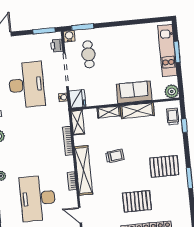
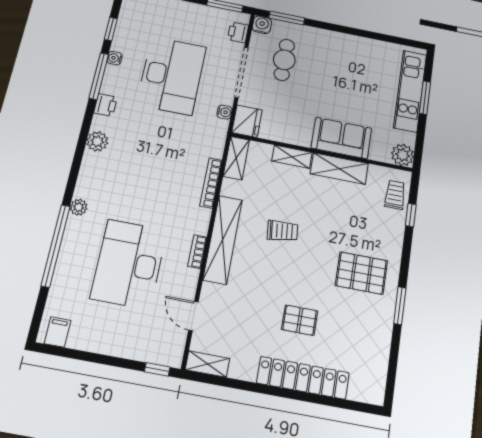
pallet: (137, 201) -> (300, 320), width x0.67, depth x0.71

